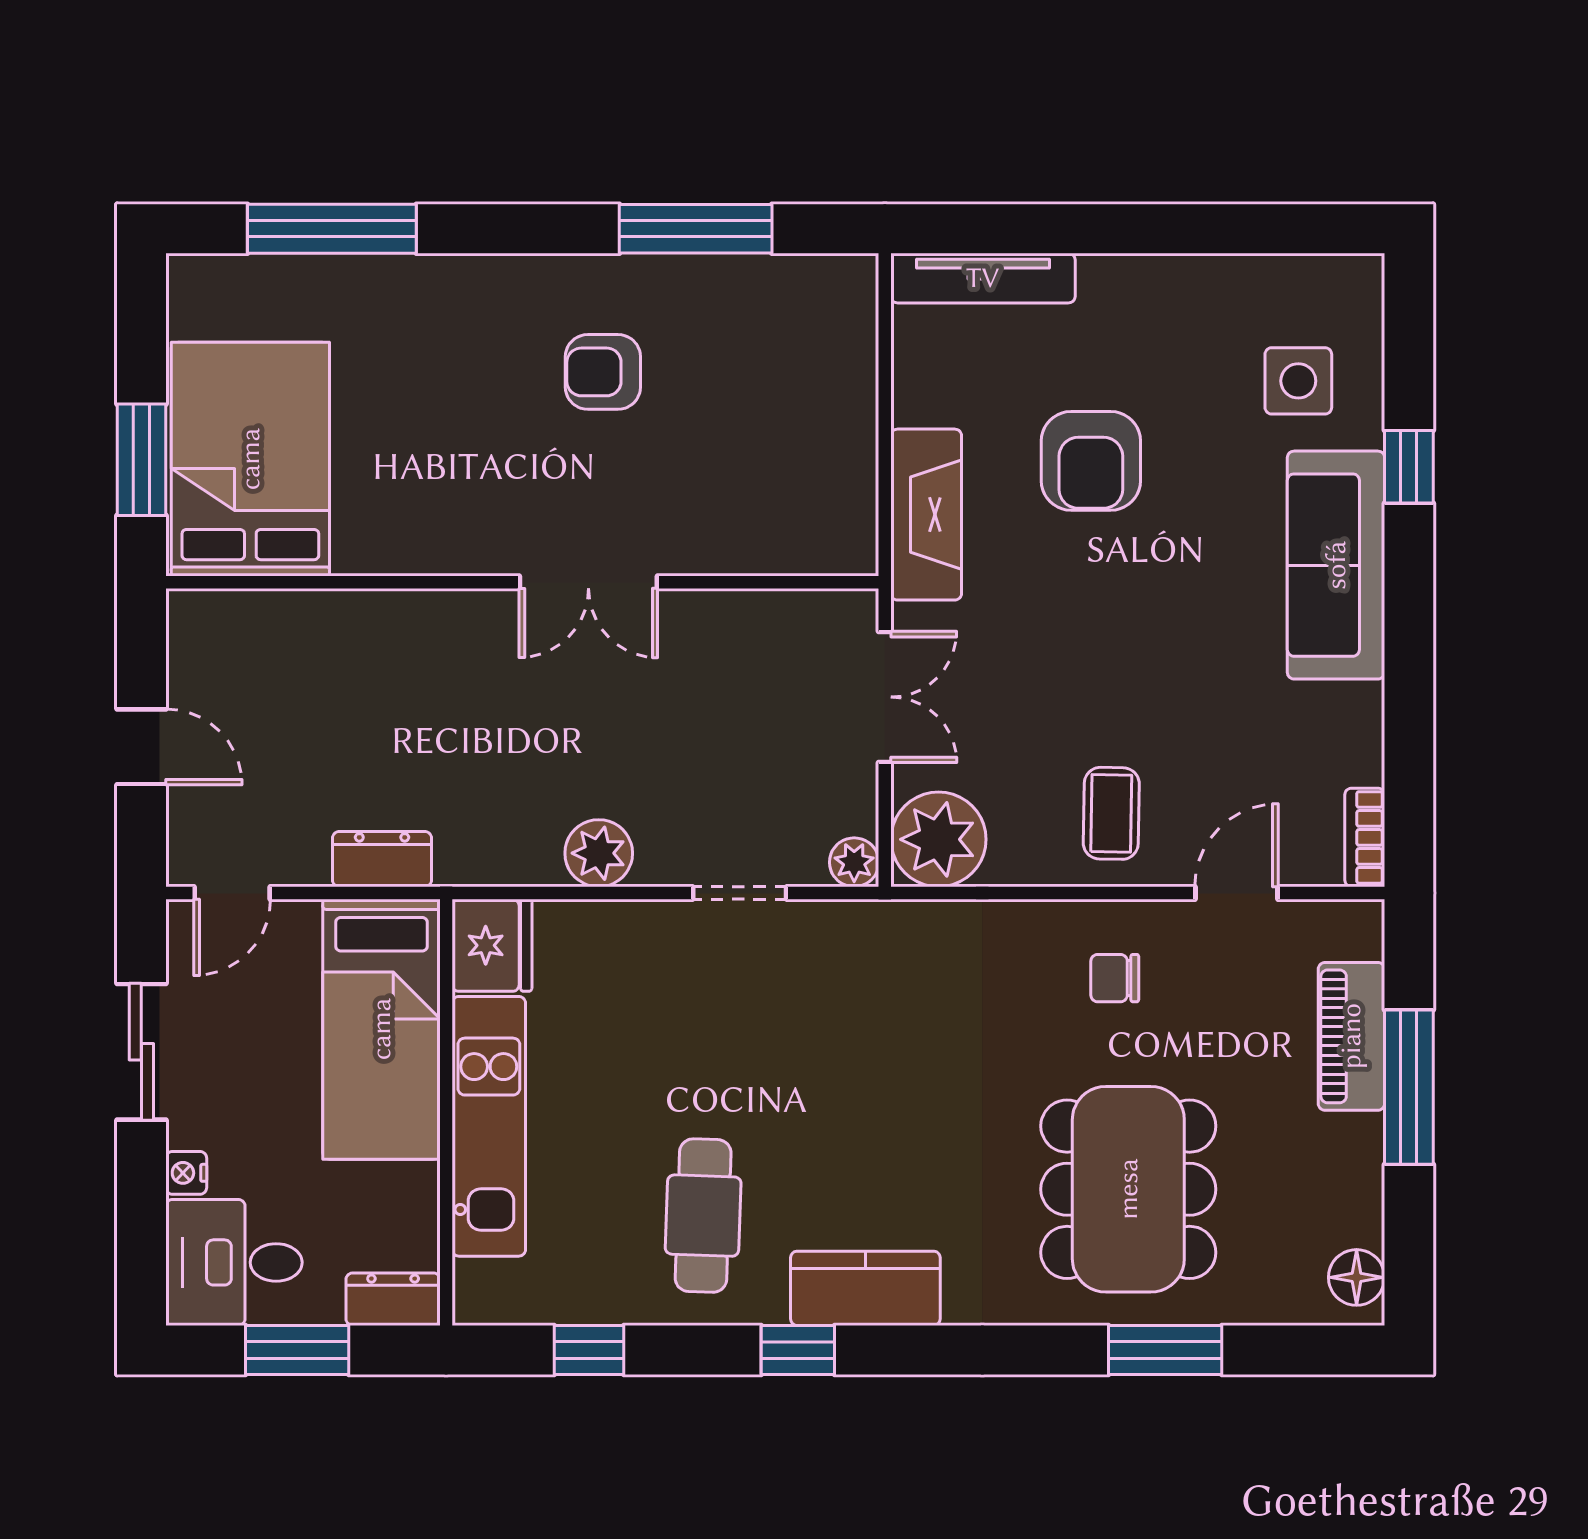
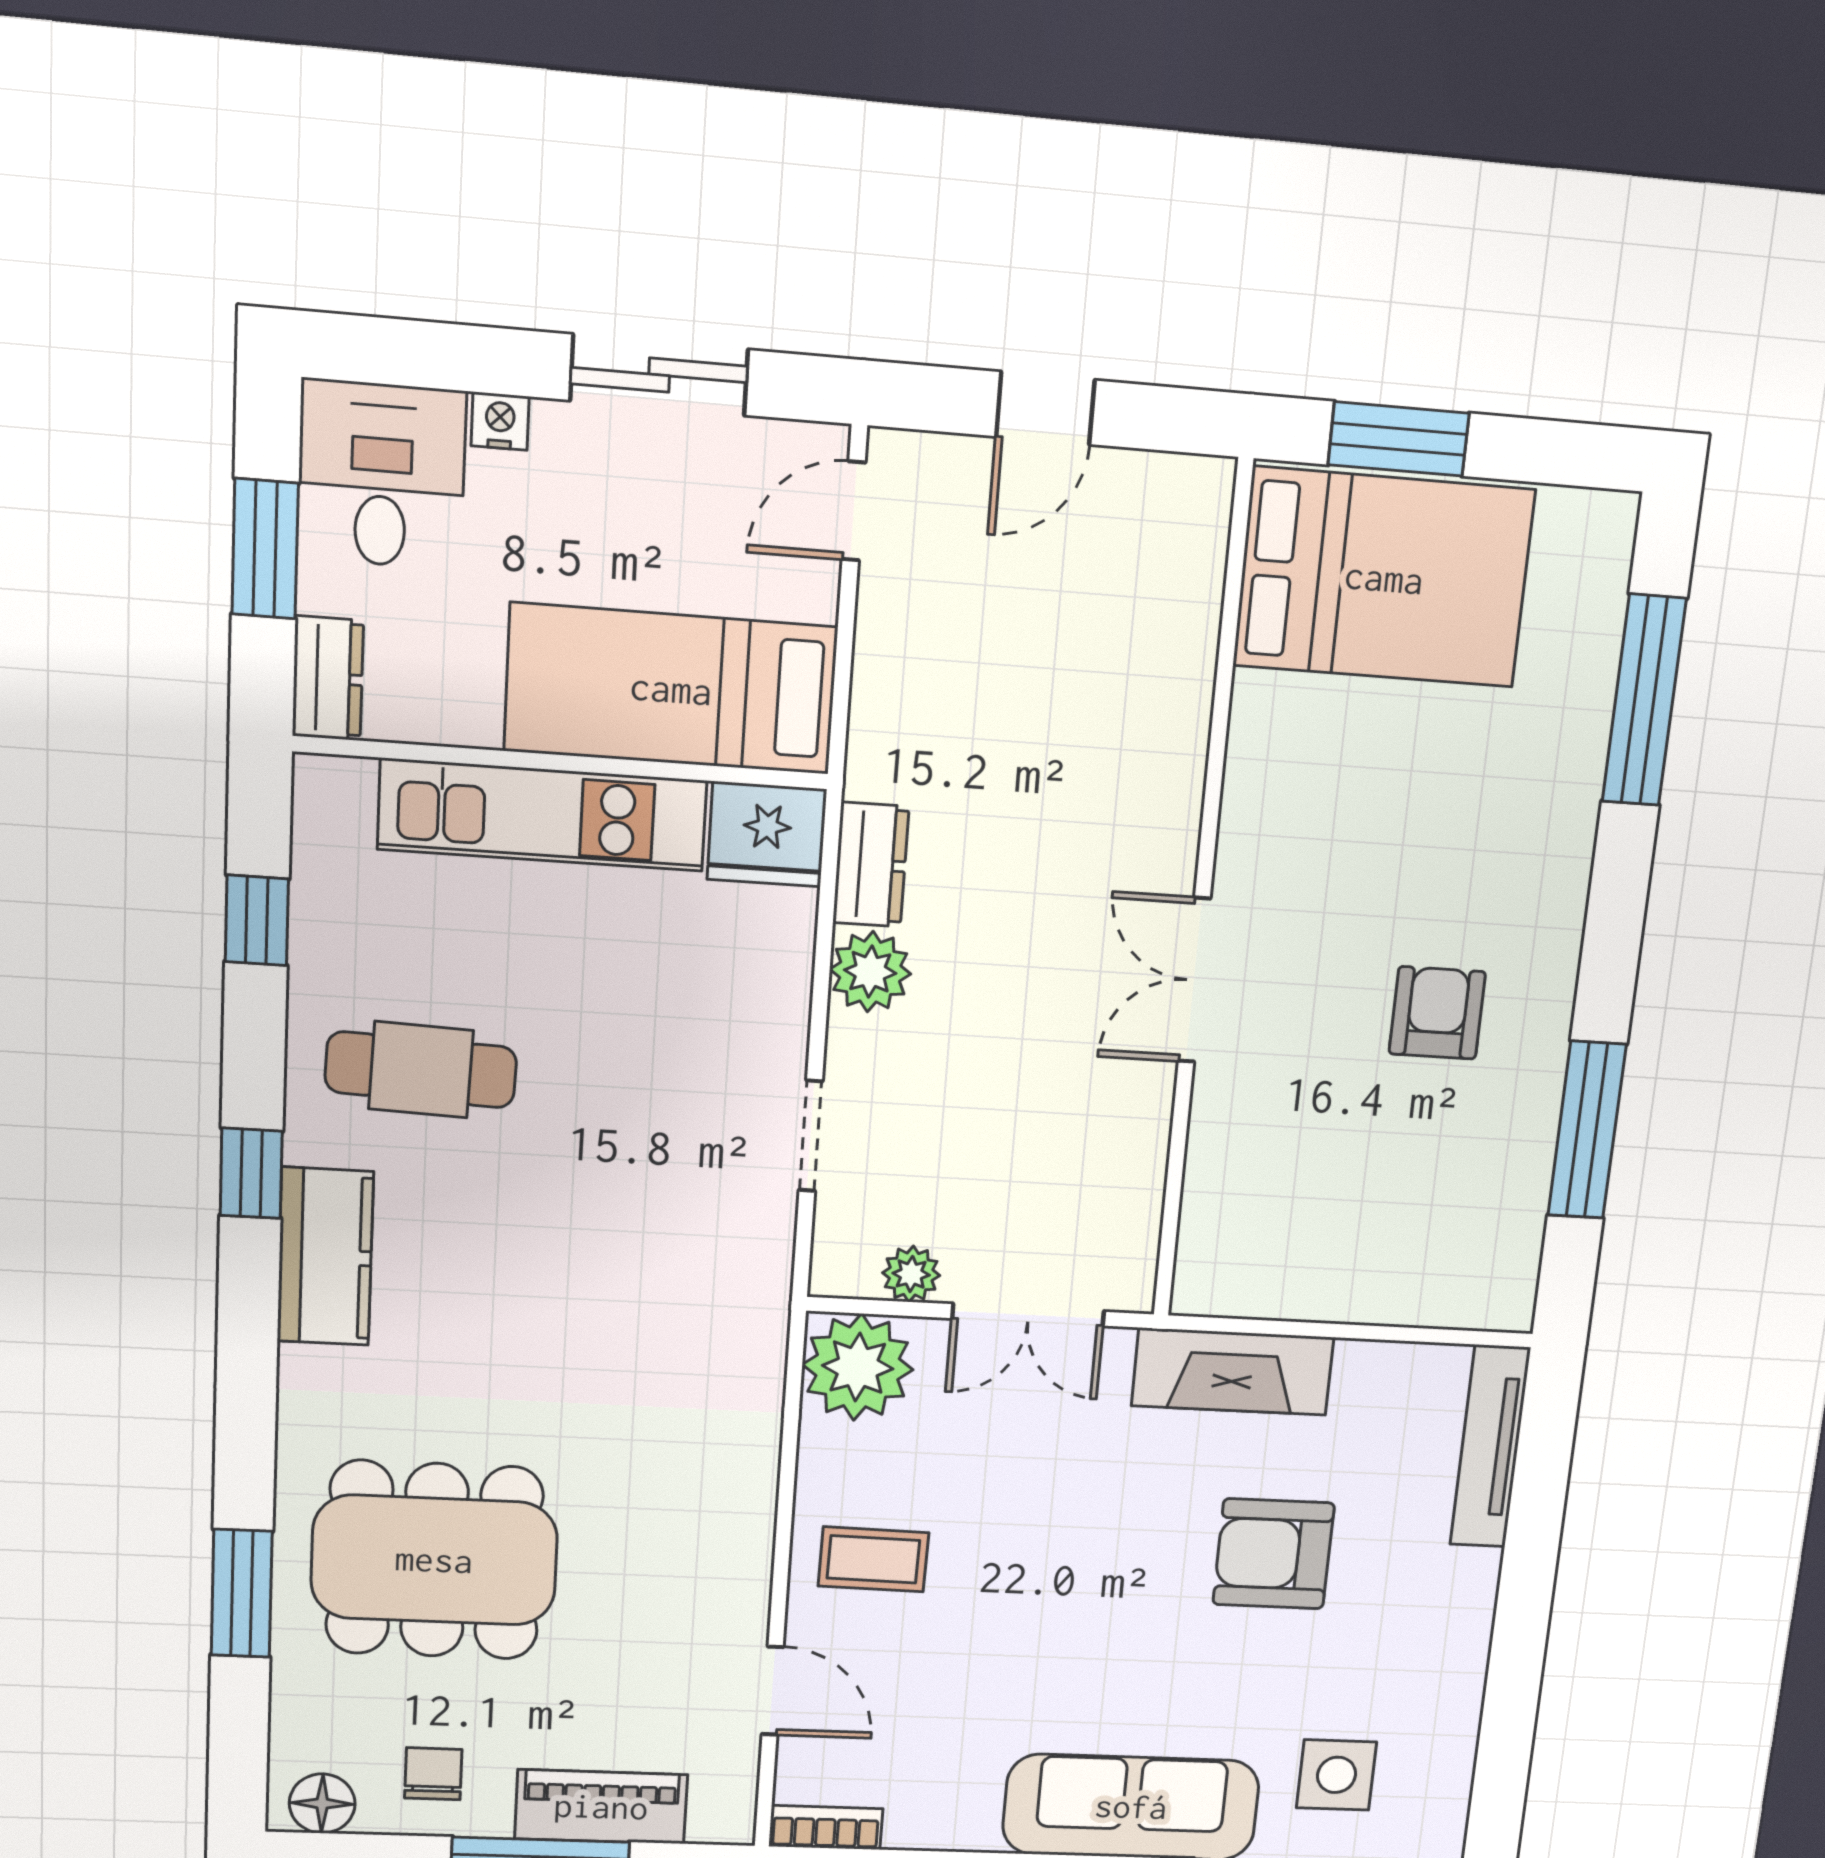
dresser: (382, 859) -> (871, 865), moved
plant: (854, 862) -> (911, 1274), moved
door: (232, 893) -> (854, 511), hinge flipped
chair: (1115, 978) -> (433, 1774), moved

